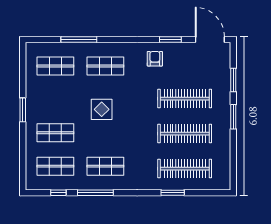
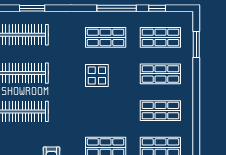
shop shelf: (55, 99) -> (160, 111), added
display table: (102, 109) -> (97, 75), moved
window: (23, 110) -> (196, 45), moved

